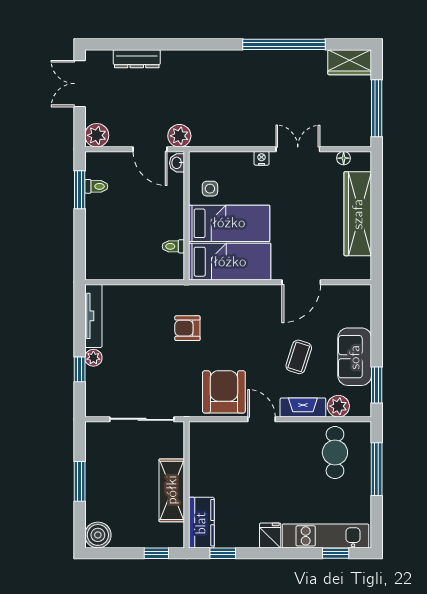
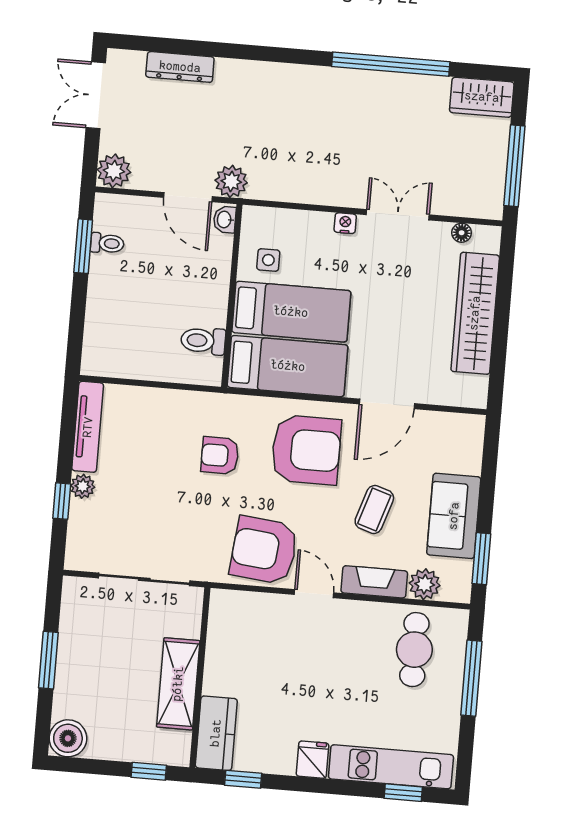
toilet: (173, 246) -> (203, 341), width x1.37, depth x1.39
armchair: (248, 319) -> (306, 450), added
armchair: (224, 392) -> (264, 550), turned -84

